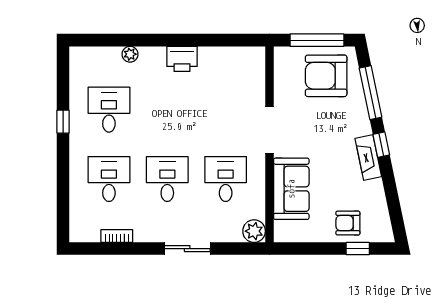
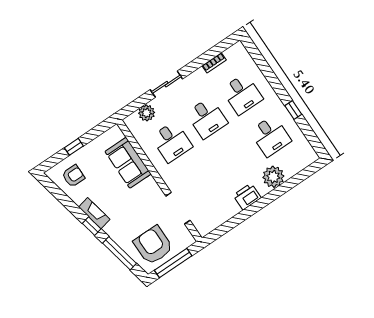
plant: (130, 54) -> (273, 177), width x1.88, depth x1.88
armchair: (326, 76) -> (153, 245), turned -90
doorway: (269, 130) -> (178, 208), moved
armchair: (348, 223) -> (73, 176), moved
plant: (254, 231) -> (147, 113), moved
window: (358, 249) -> (74, 147), moved

